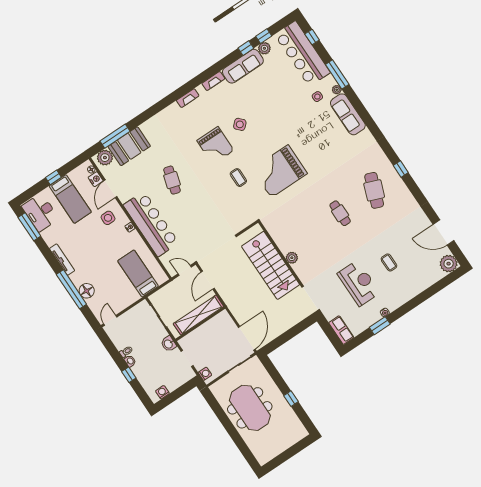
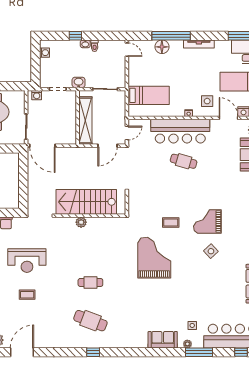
sofa: (348, 114) -> (163, 340), width x0.73
cafe table: (172, 180) -> (184, 161), moved
door: (208, 280) -> (107, 146), swing flipped

